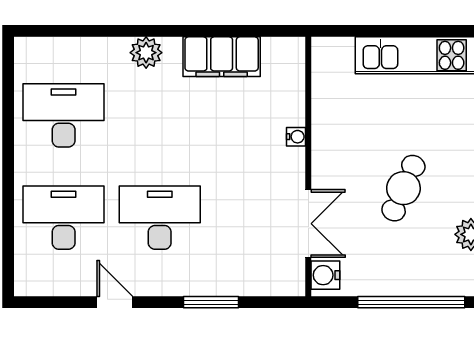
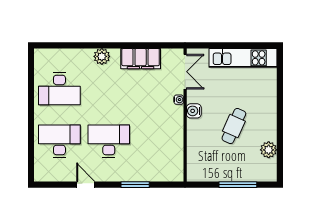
desk: (64, 115) -> (59, 89), turned 180
double door: (308, 224) -> (185, 72), moved
water cooler: (325, 275) -> (194, 111), moved
window: (411, 302) -> (238, 185), width x0.68

